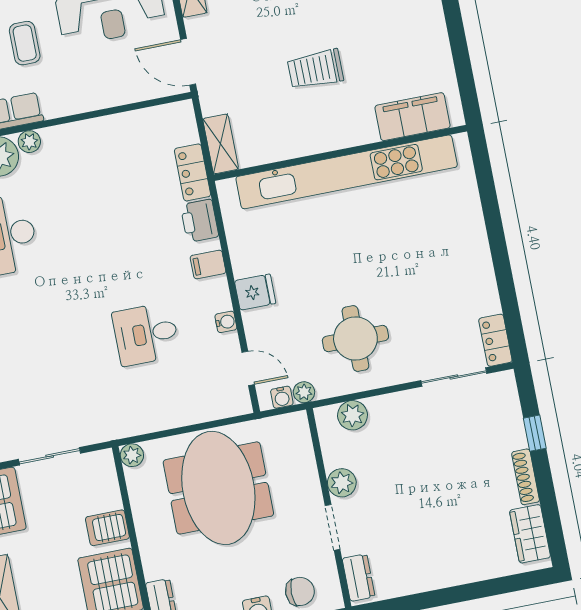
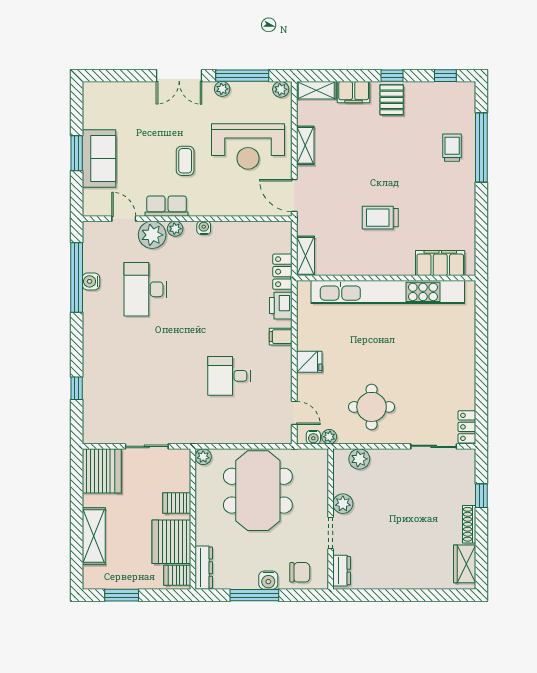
water cooler: (226, 322) -> (204, 228), moved, turned -90

